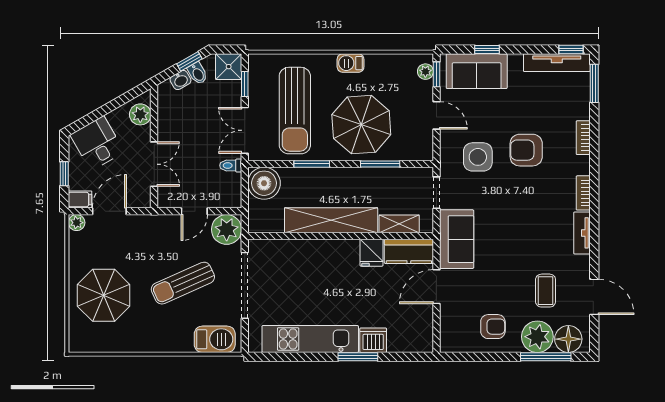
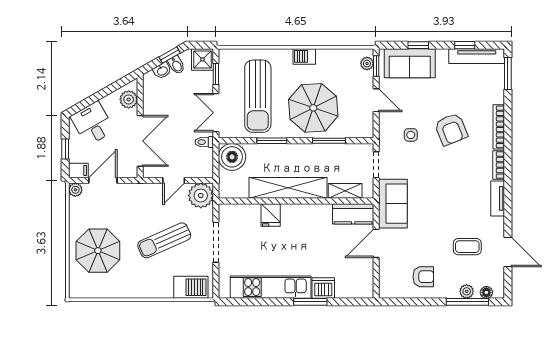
window: (571, 49) -> (465, 45), moved
bookcase: (583, 138) -> (499, 127), width x1.56
armchair: (526, 150) -> (451, 129), turned -112
side table: (478, 157) -> (411, 135), width x0.54, depth x0.54
double door: (154, 164) -> (140, 141), width x1.37
fridge: (371, 253) -> (271, 215), moved
doorway: (245, 285) -> (216, 242), width x0.73
coffee table: (546, 291) -> (467, 247), turned 90
plant: (537, 337) -> (467, 291), width x0.53, depth x0.53
floor lamp: (568, 339) -> (486, 292), width x0.53, depth x0.53

